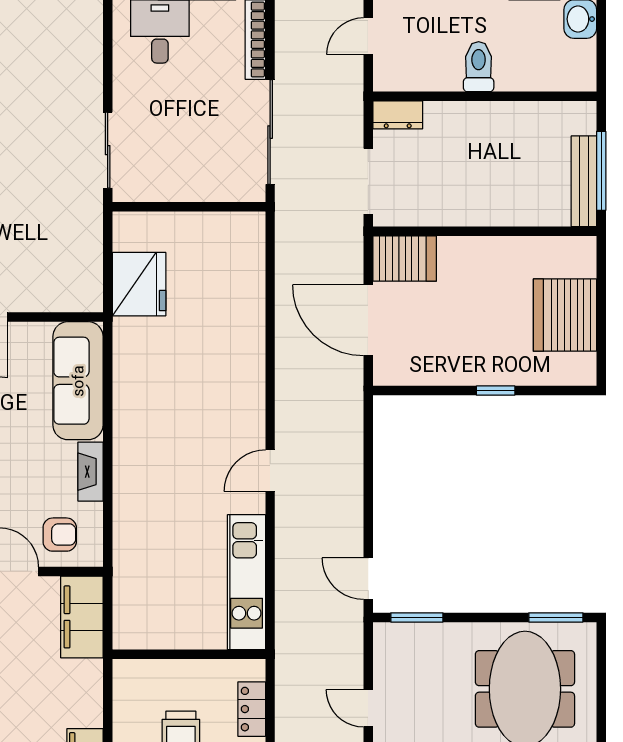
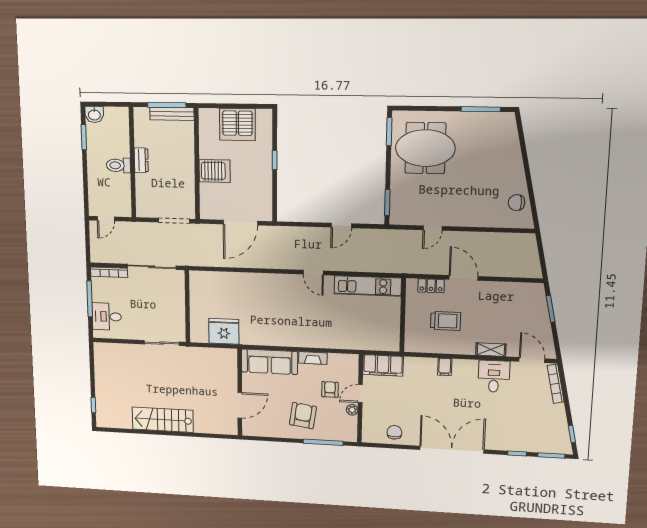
door: (368, 36) -> (106, 219), hinge flipped
dresser: (398, 115) -> (141, 160), moved
server rack: (405, 258) -> (215, 171), moved, turned 90
armchair: (60, 535) -> (330, 389), moved
door: (368, 579) -> (341, 225), moved

